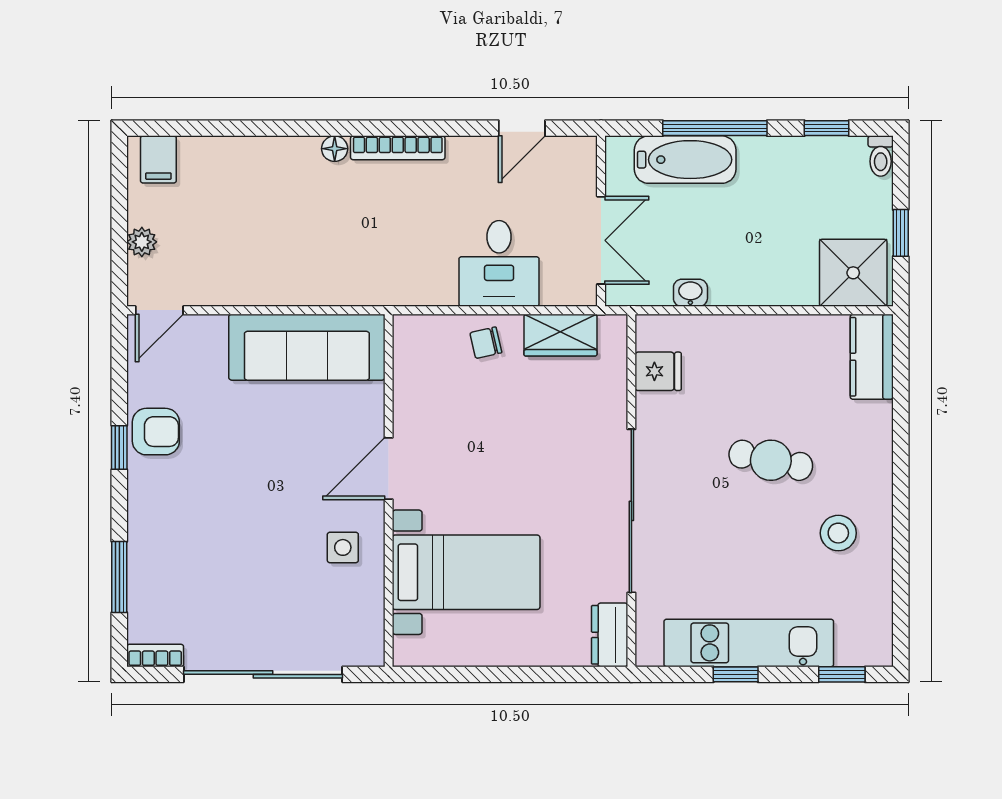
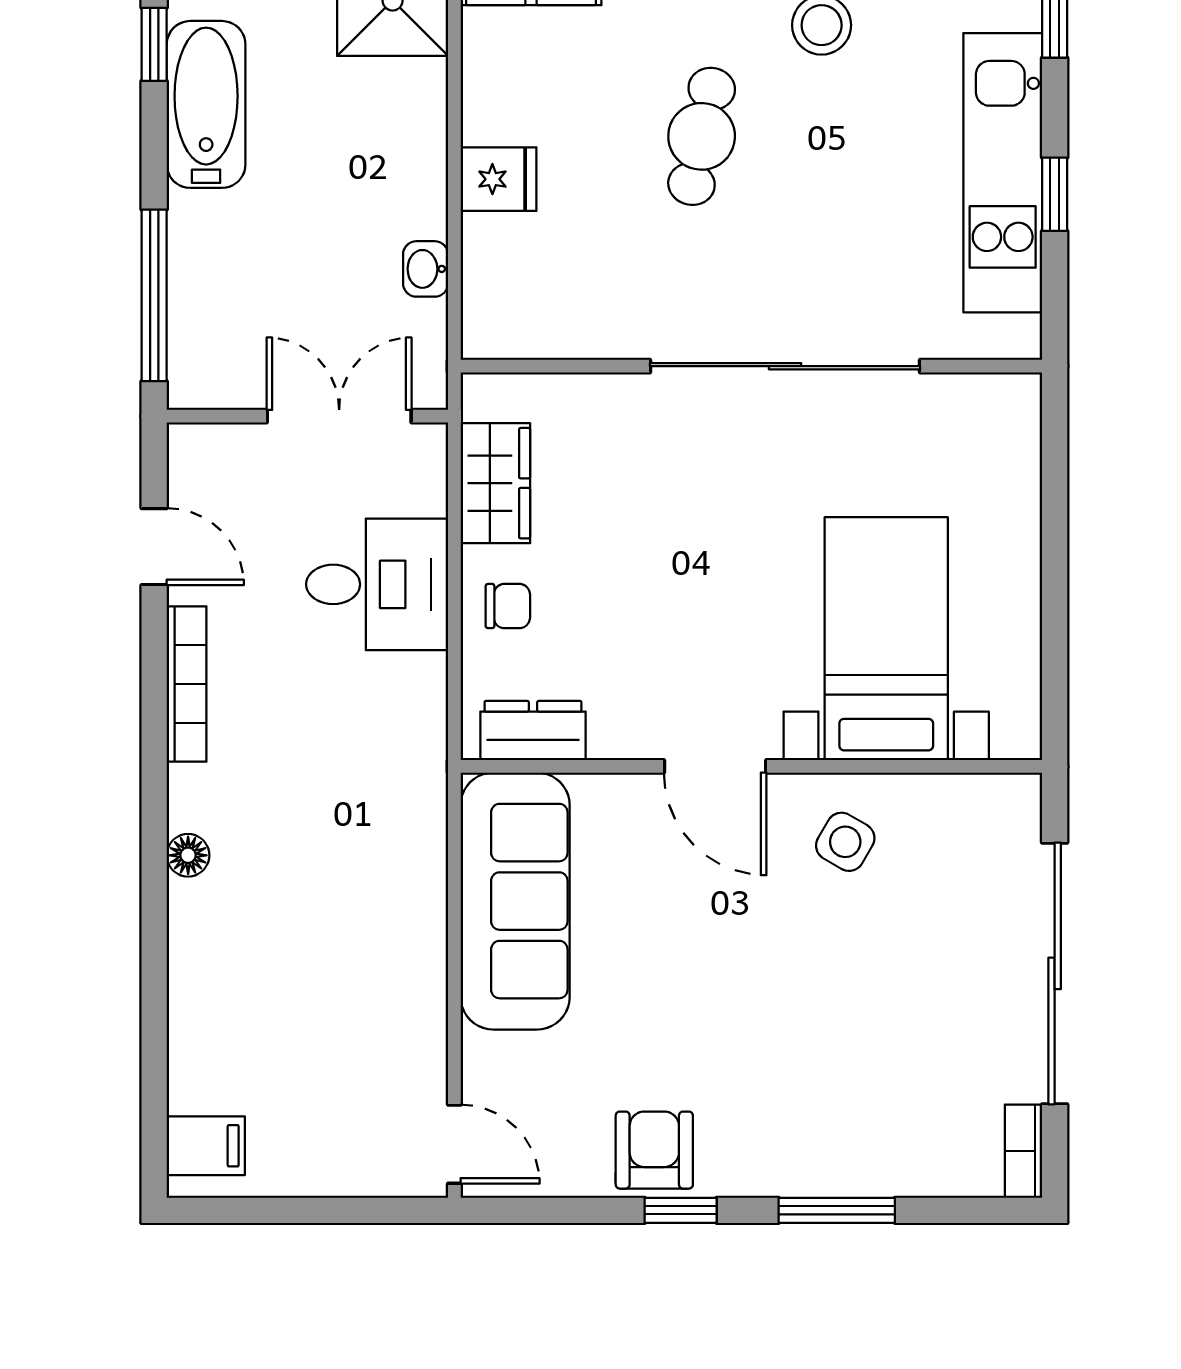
window: (715, 128) -> (154, 295), moved
bookcase: (398, 148) -> (187, 684), moved
bathtub: (685, 160) -> (206, 104), moved
plant: (142, 242) -> (342, 1173), removed
chair: (486, 343) -> (508, 606), turned -77
fridge: (658, 371) -> (498, 179), moved, turned 90
side table: (343, 547) -> (845, 842), turned 30
window: (119, 577) -> (837, 1210), moved
dresser: (610, 635) -> (533, 730), moved, turned 180

